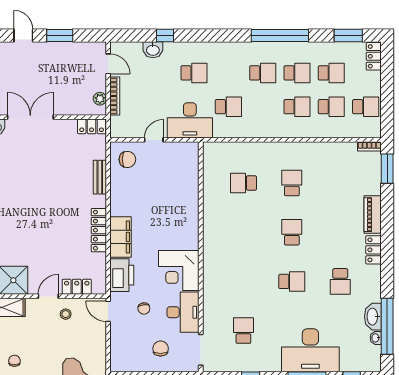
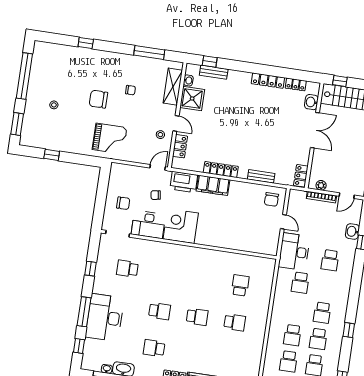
window: (280, 35) -> (349, 330), width x0.32
school desk: (292, 281) -> (160, 311), turned -90
school desk: (243, 331) -> (127, 269), turned 180

